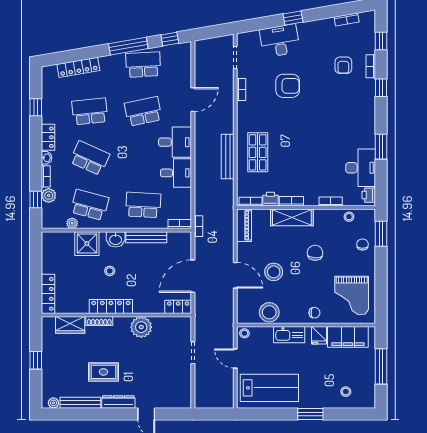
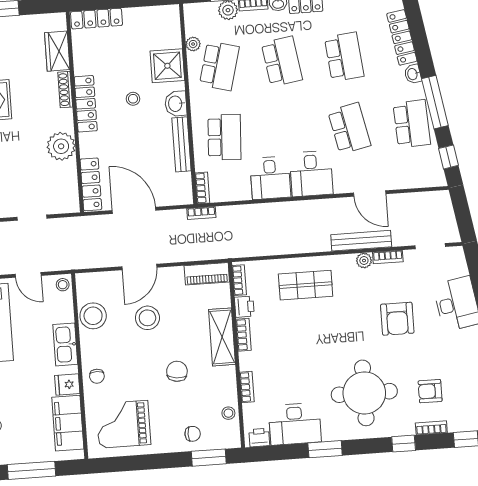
washbasin: (106, 61) -> (413, 74), added
plant: (243, 108) -> (364, 260), added
round table: (341, 114) -> (364, 393), added
bench: (228, 157) -> (361, 241), moved
school desk: (90, 158) -> (282, 61), turned -33
chair: (315, 253) -> (177, 371), turned -87
locker: (178, 307) -> (91, 184), width x1.53
door: (235, 358) -> (28, 275), swing flipped

